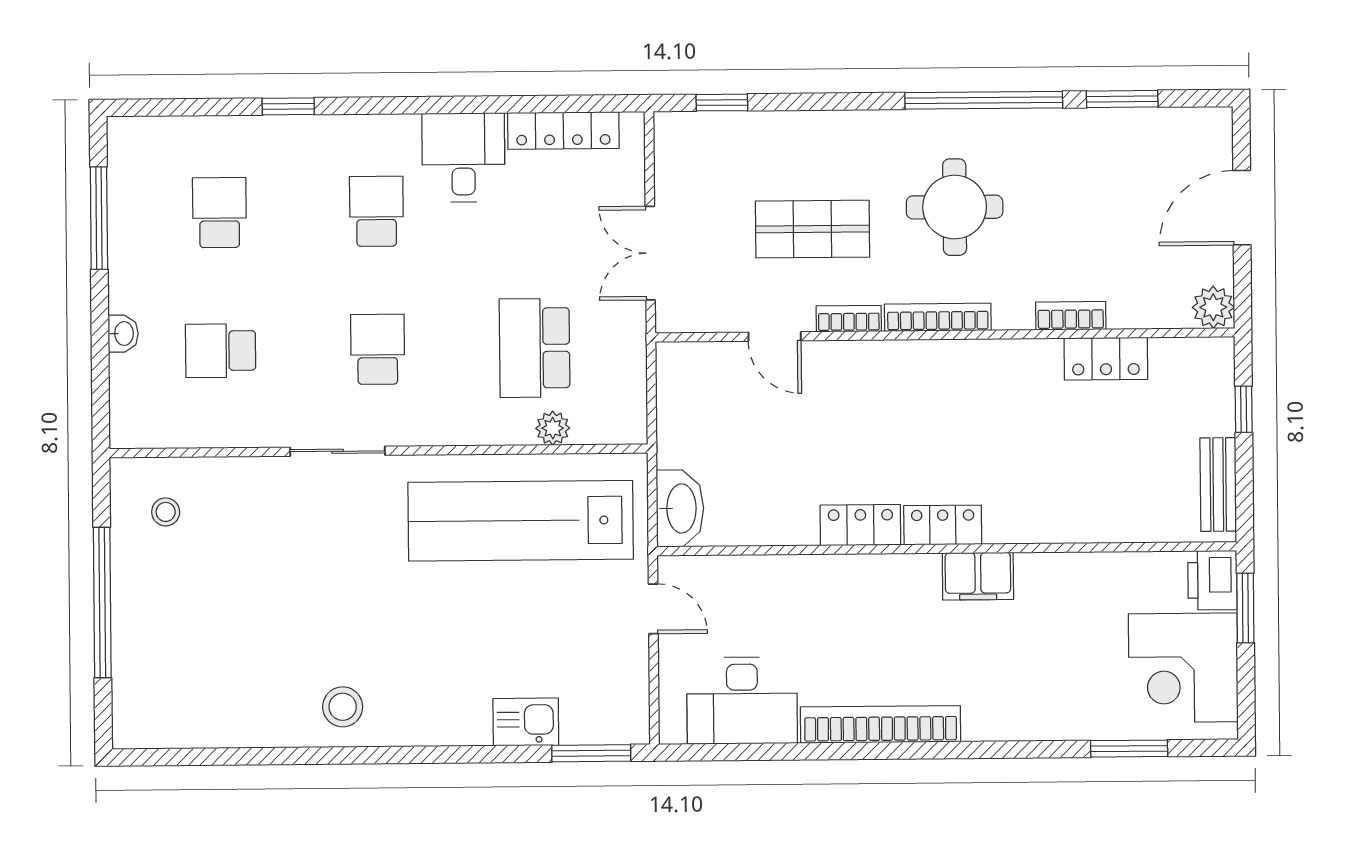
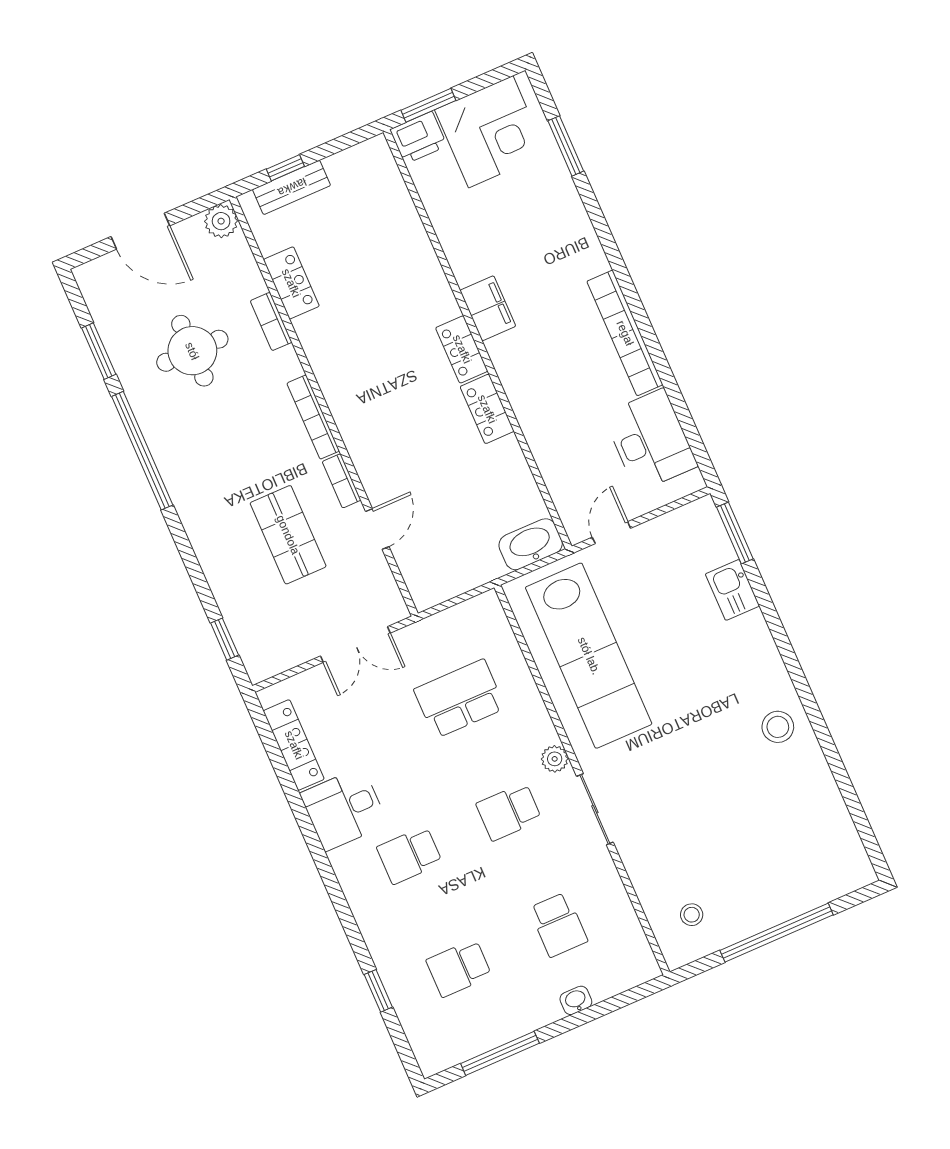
window: (288, 106) -> (378, 991), moved
round table: (955, 207) -> (192, 351), moved
school desk: (535, 348) -> (460, 699), turned 180
plant: (553, 428) -> (555, 759), moved
bench: (1218, 485) -> (292, 187), moved

